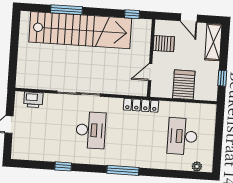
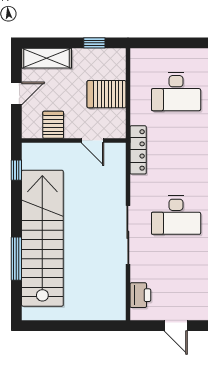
desk: (91, 130) -> (176, 215), turned 180

